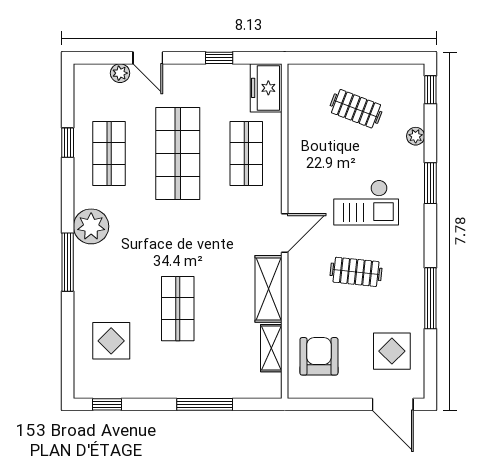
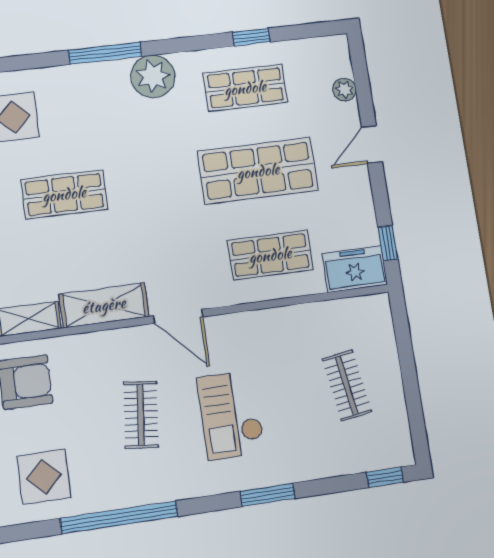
door: (148, 58) -> (372, 145), moved
window: (219, 58) -> (388, 243), moved
clothes rail: (356, 109) -> (347, 385), turned -30
plant: (416, 136) -> (324, 467), removed
window: (430, 298) -> (119, 517), width x1.46

